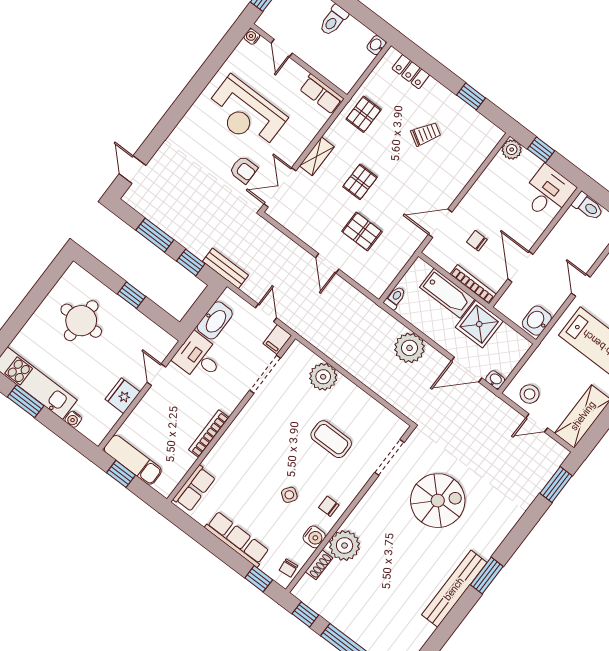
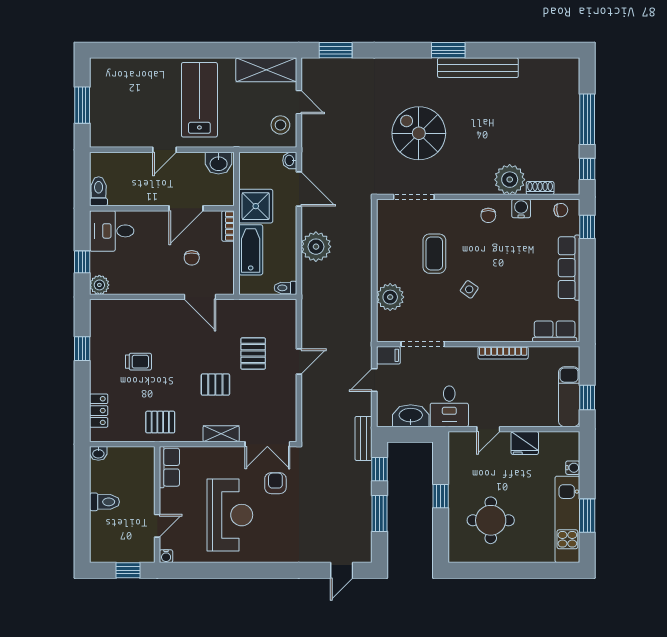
trolley: (426, 134) -> (139, 362), turned 149
bookcase: (473, 284) -> (228, 226), width x0.64
side table: (289, 495) -> (469, 289), moved

